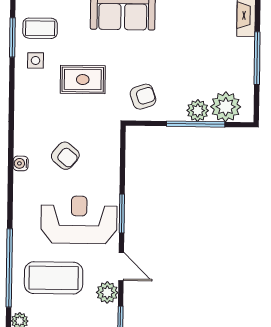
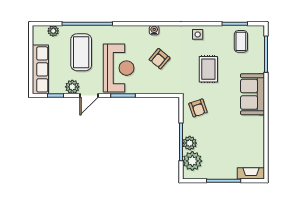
side table: (36, 60) -> (198, 34), moved

